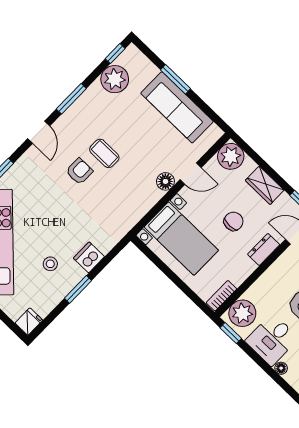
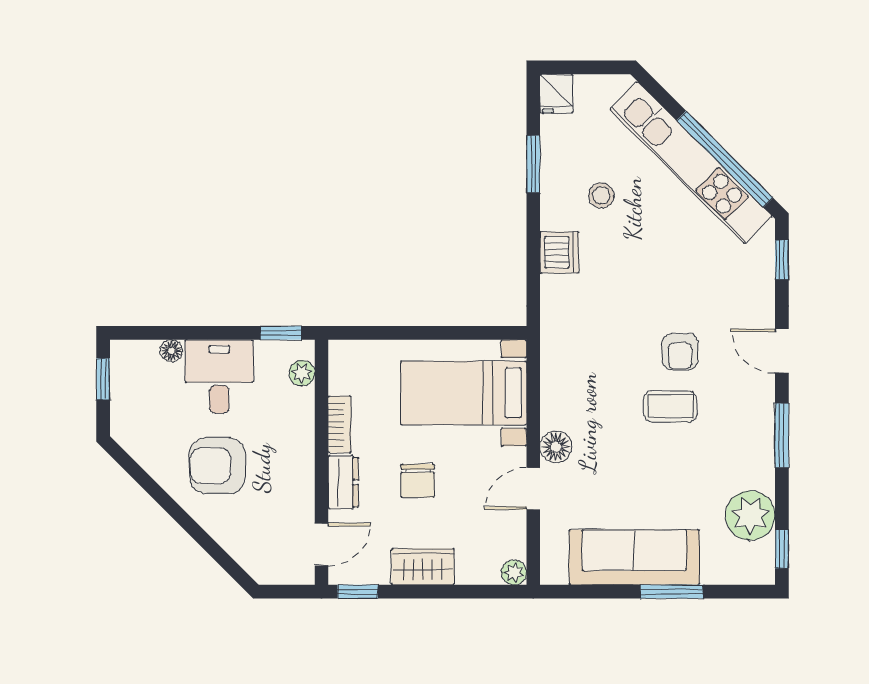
plant: (231, 156) -> (514, 572), width x0.53, depth x0.53
window: (78, 289) -> (533, 164), moved
bookcase: (221, 296) -> (340, 424), moved
plant: (242, 313) -> (302, 373), width x0.53, depth x0.53

